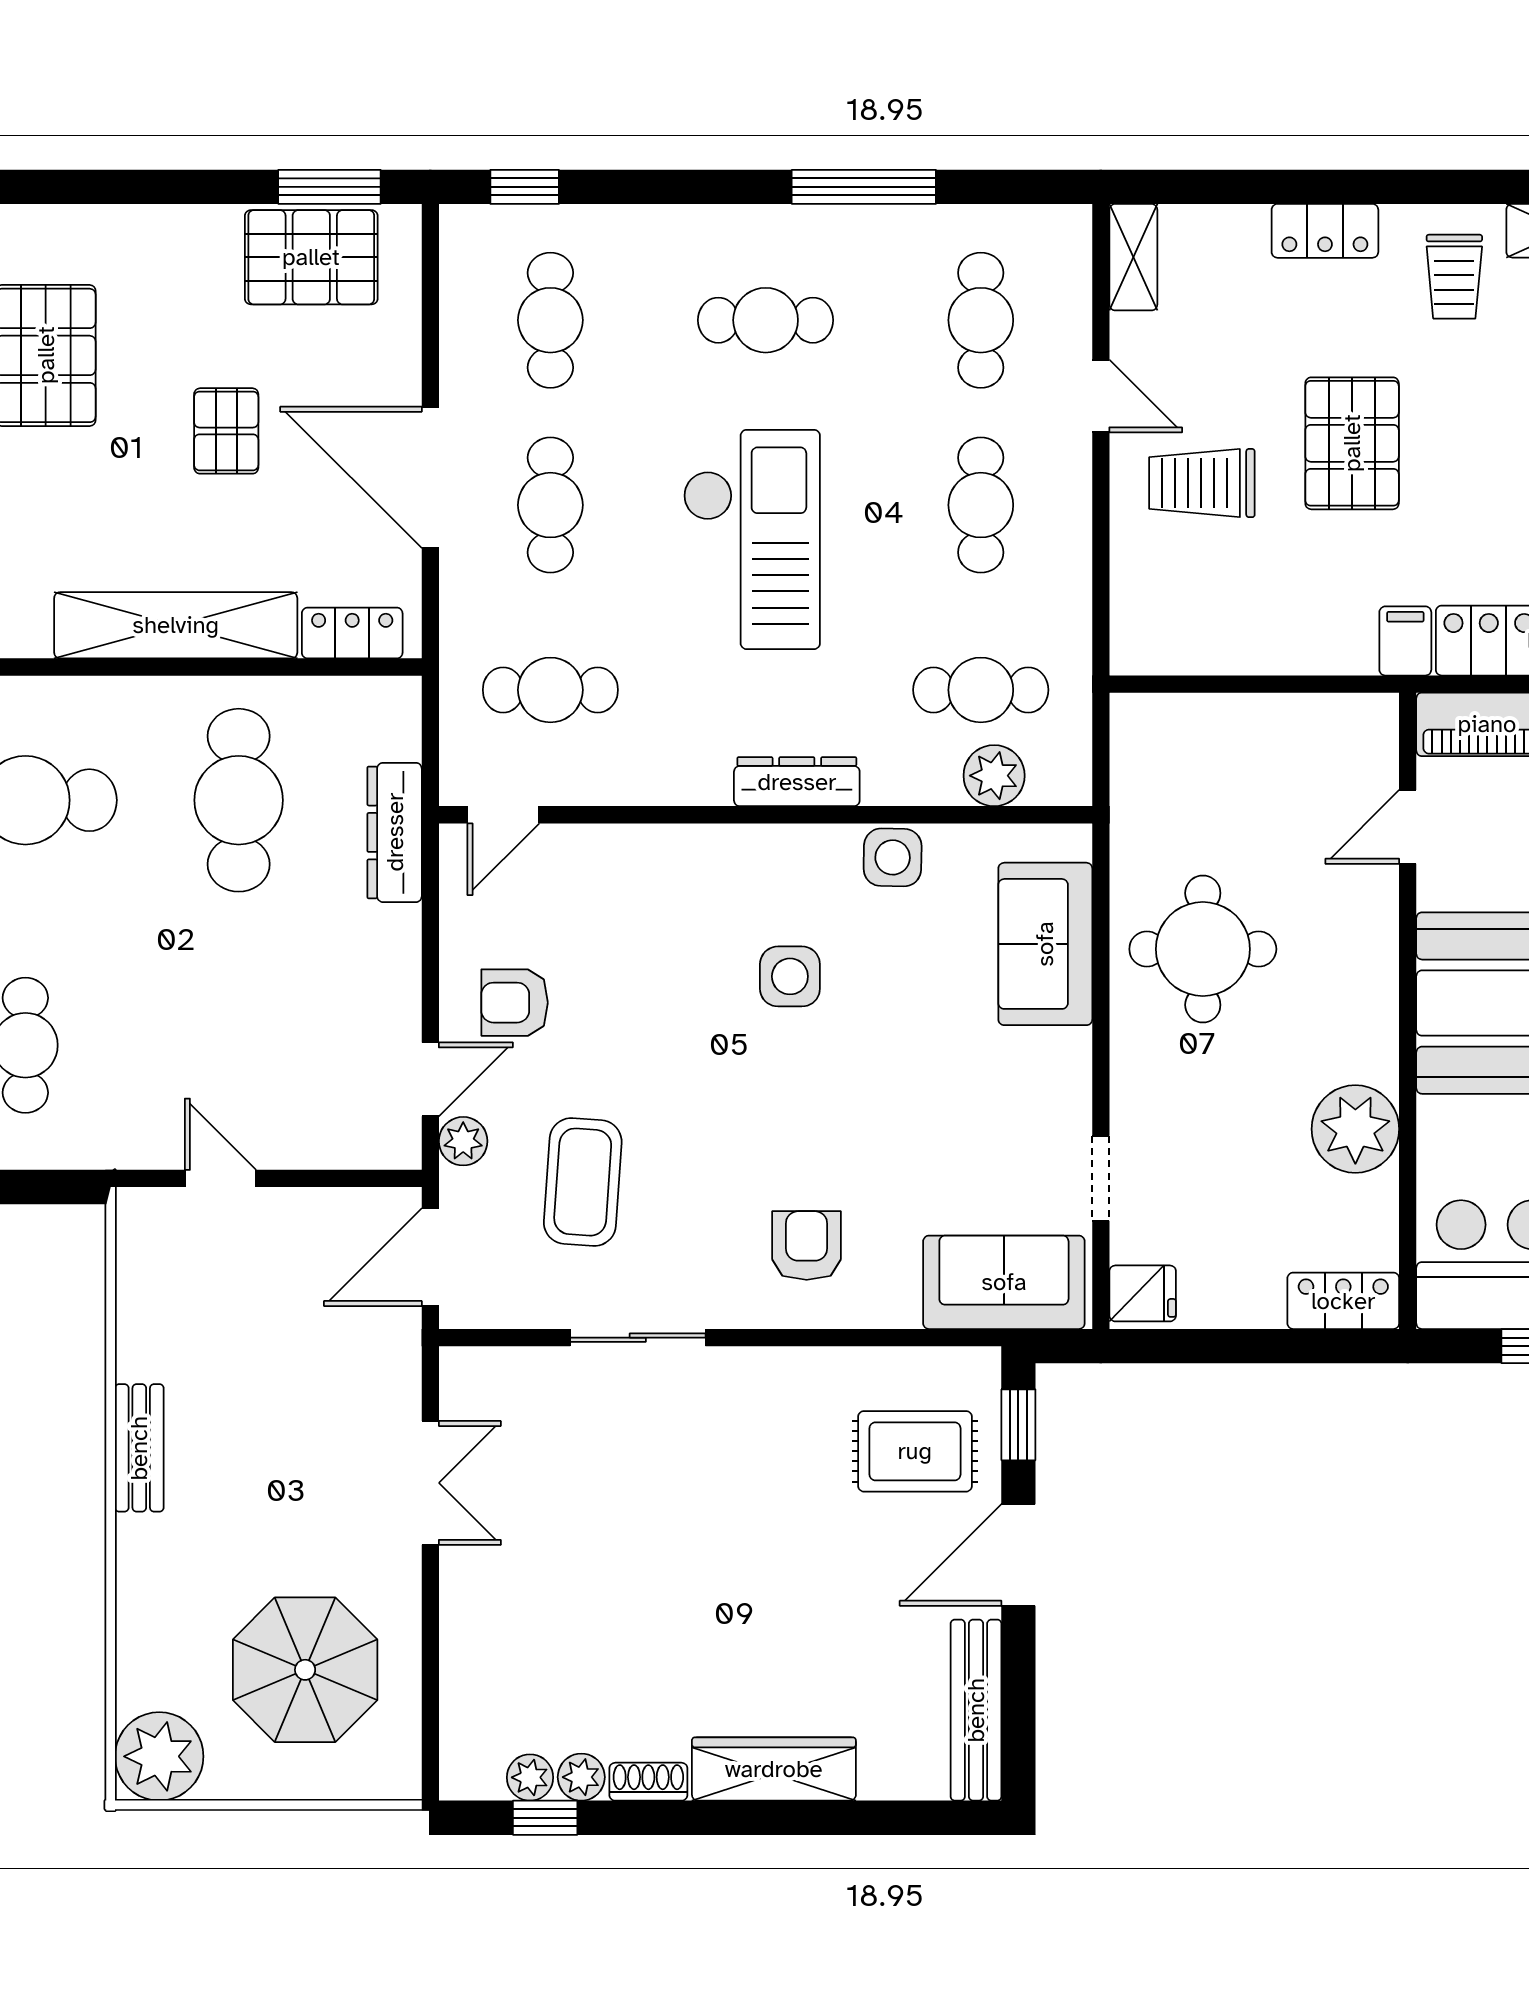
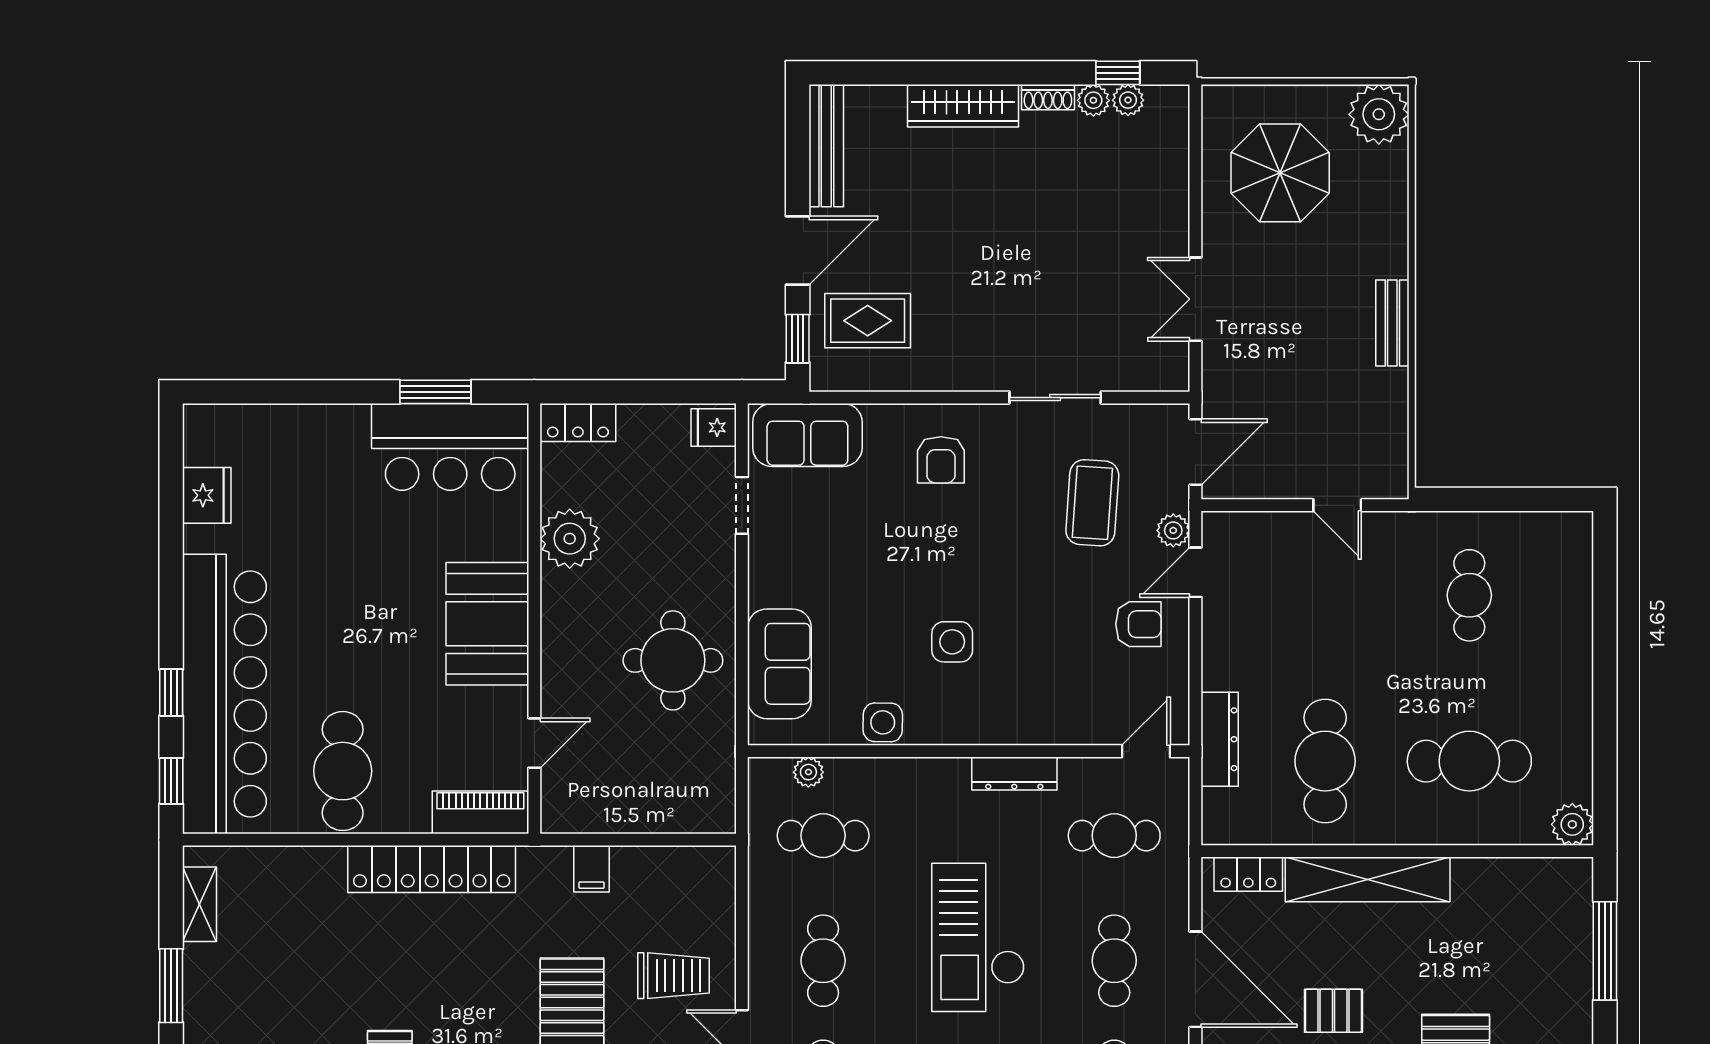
pallet: (226, 431) -> (1333, 1011), turned 90
filing cabinet: (1405, 641) -> (591, 869), moved
plant: (994, 776) -> (808, 772), width x0.73, depth x0.73
dresser: (797, 782) -> (1014, 774), moved

